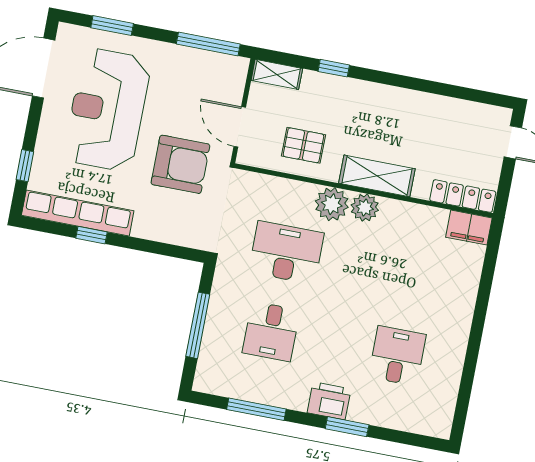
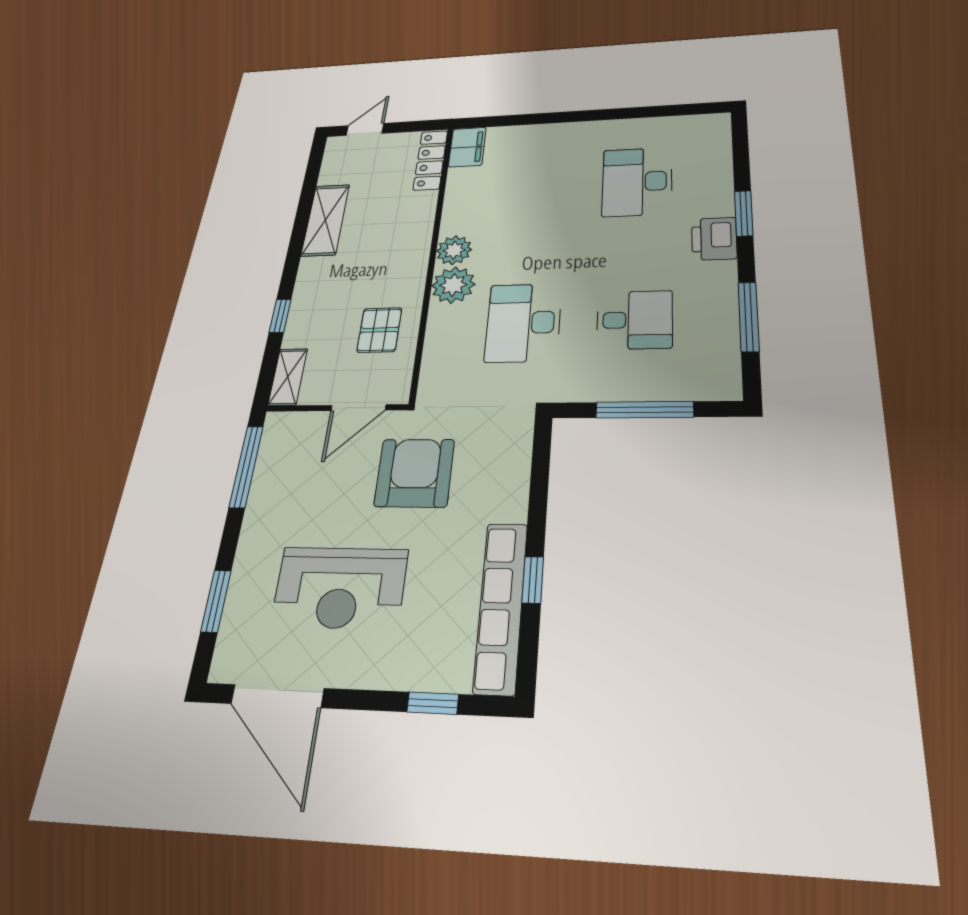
reception desk: (107, 110) -> (340, 588), width x0.74, depth x0.77
shelving: (377, 176) -> (325, 220), moved
desk: (397, 356) -> (637, 182), width x1.37

